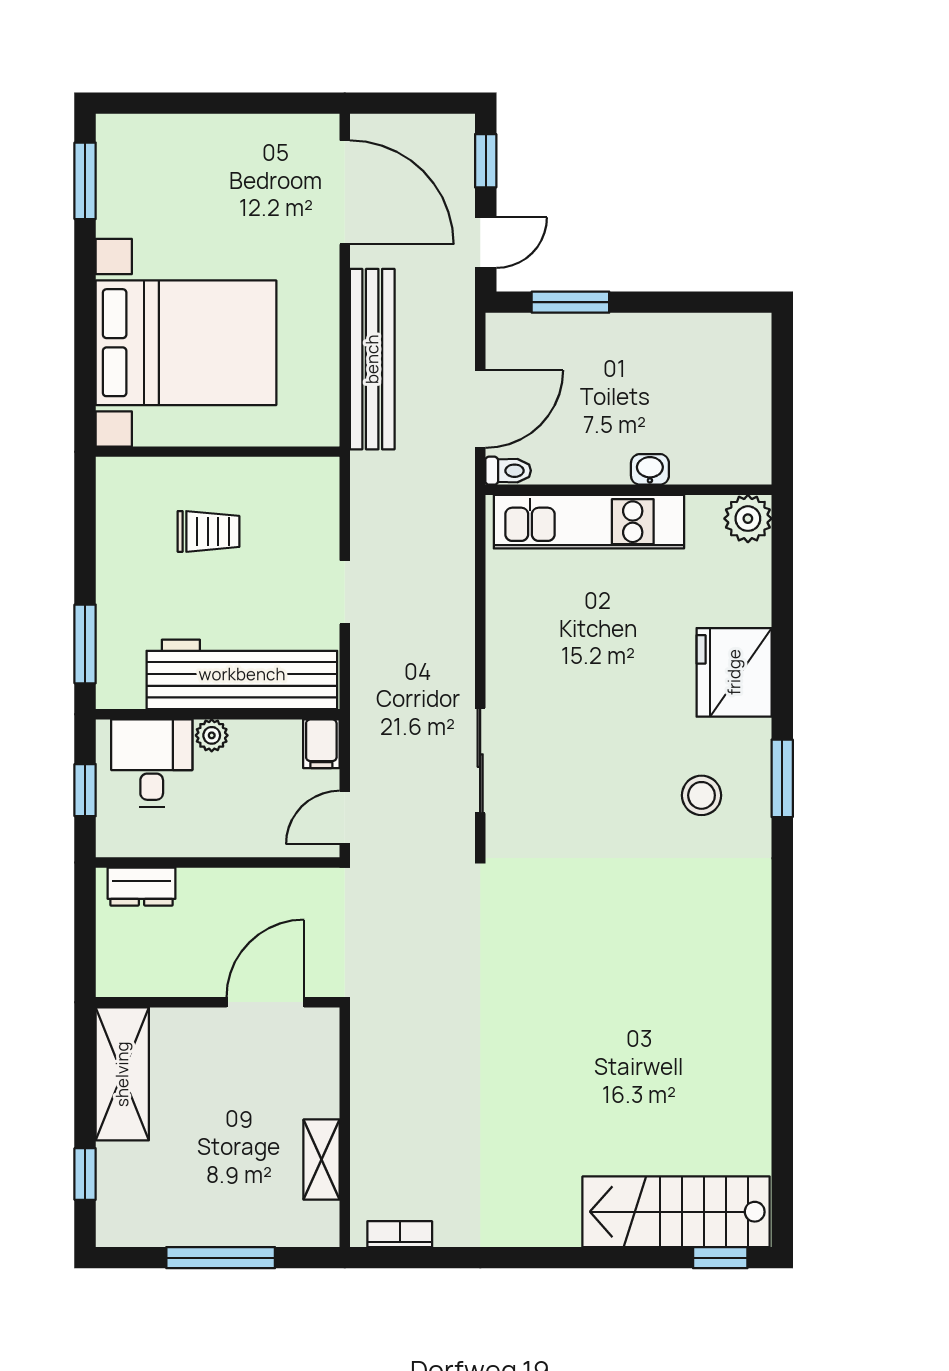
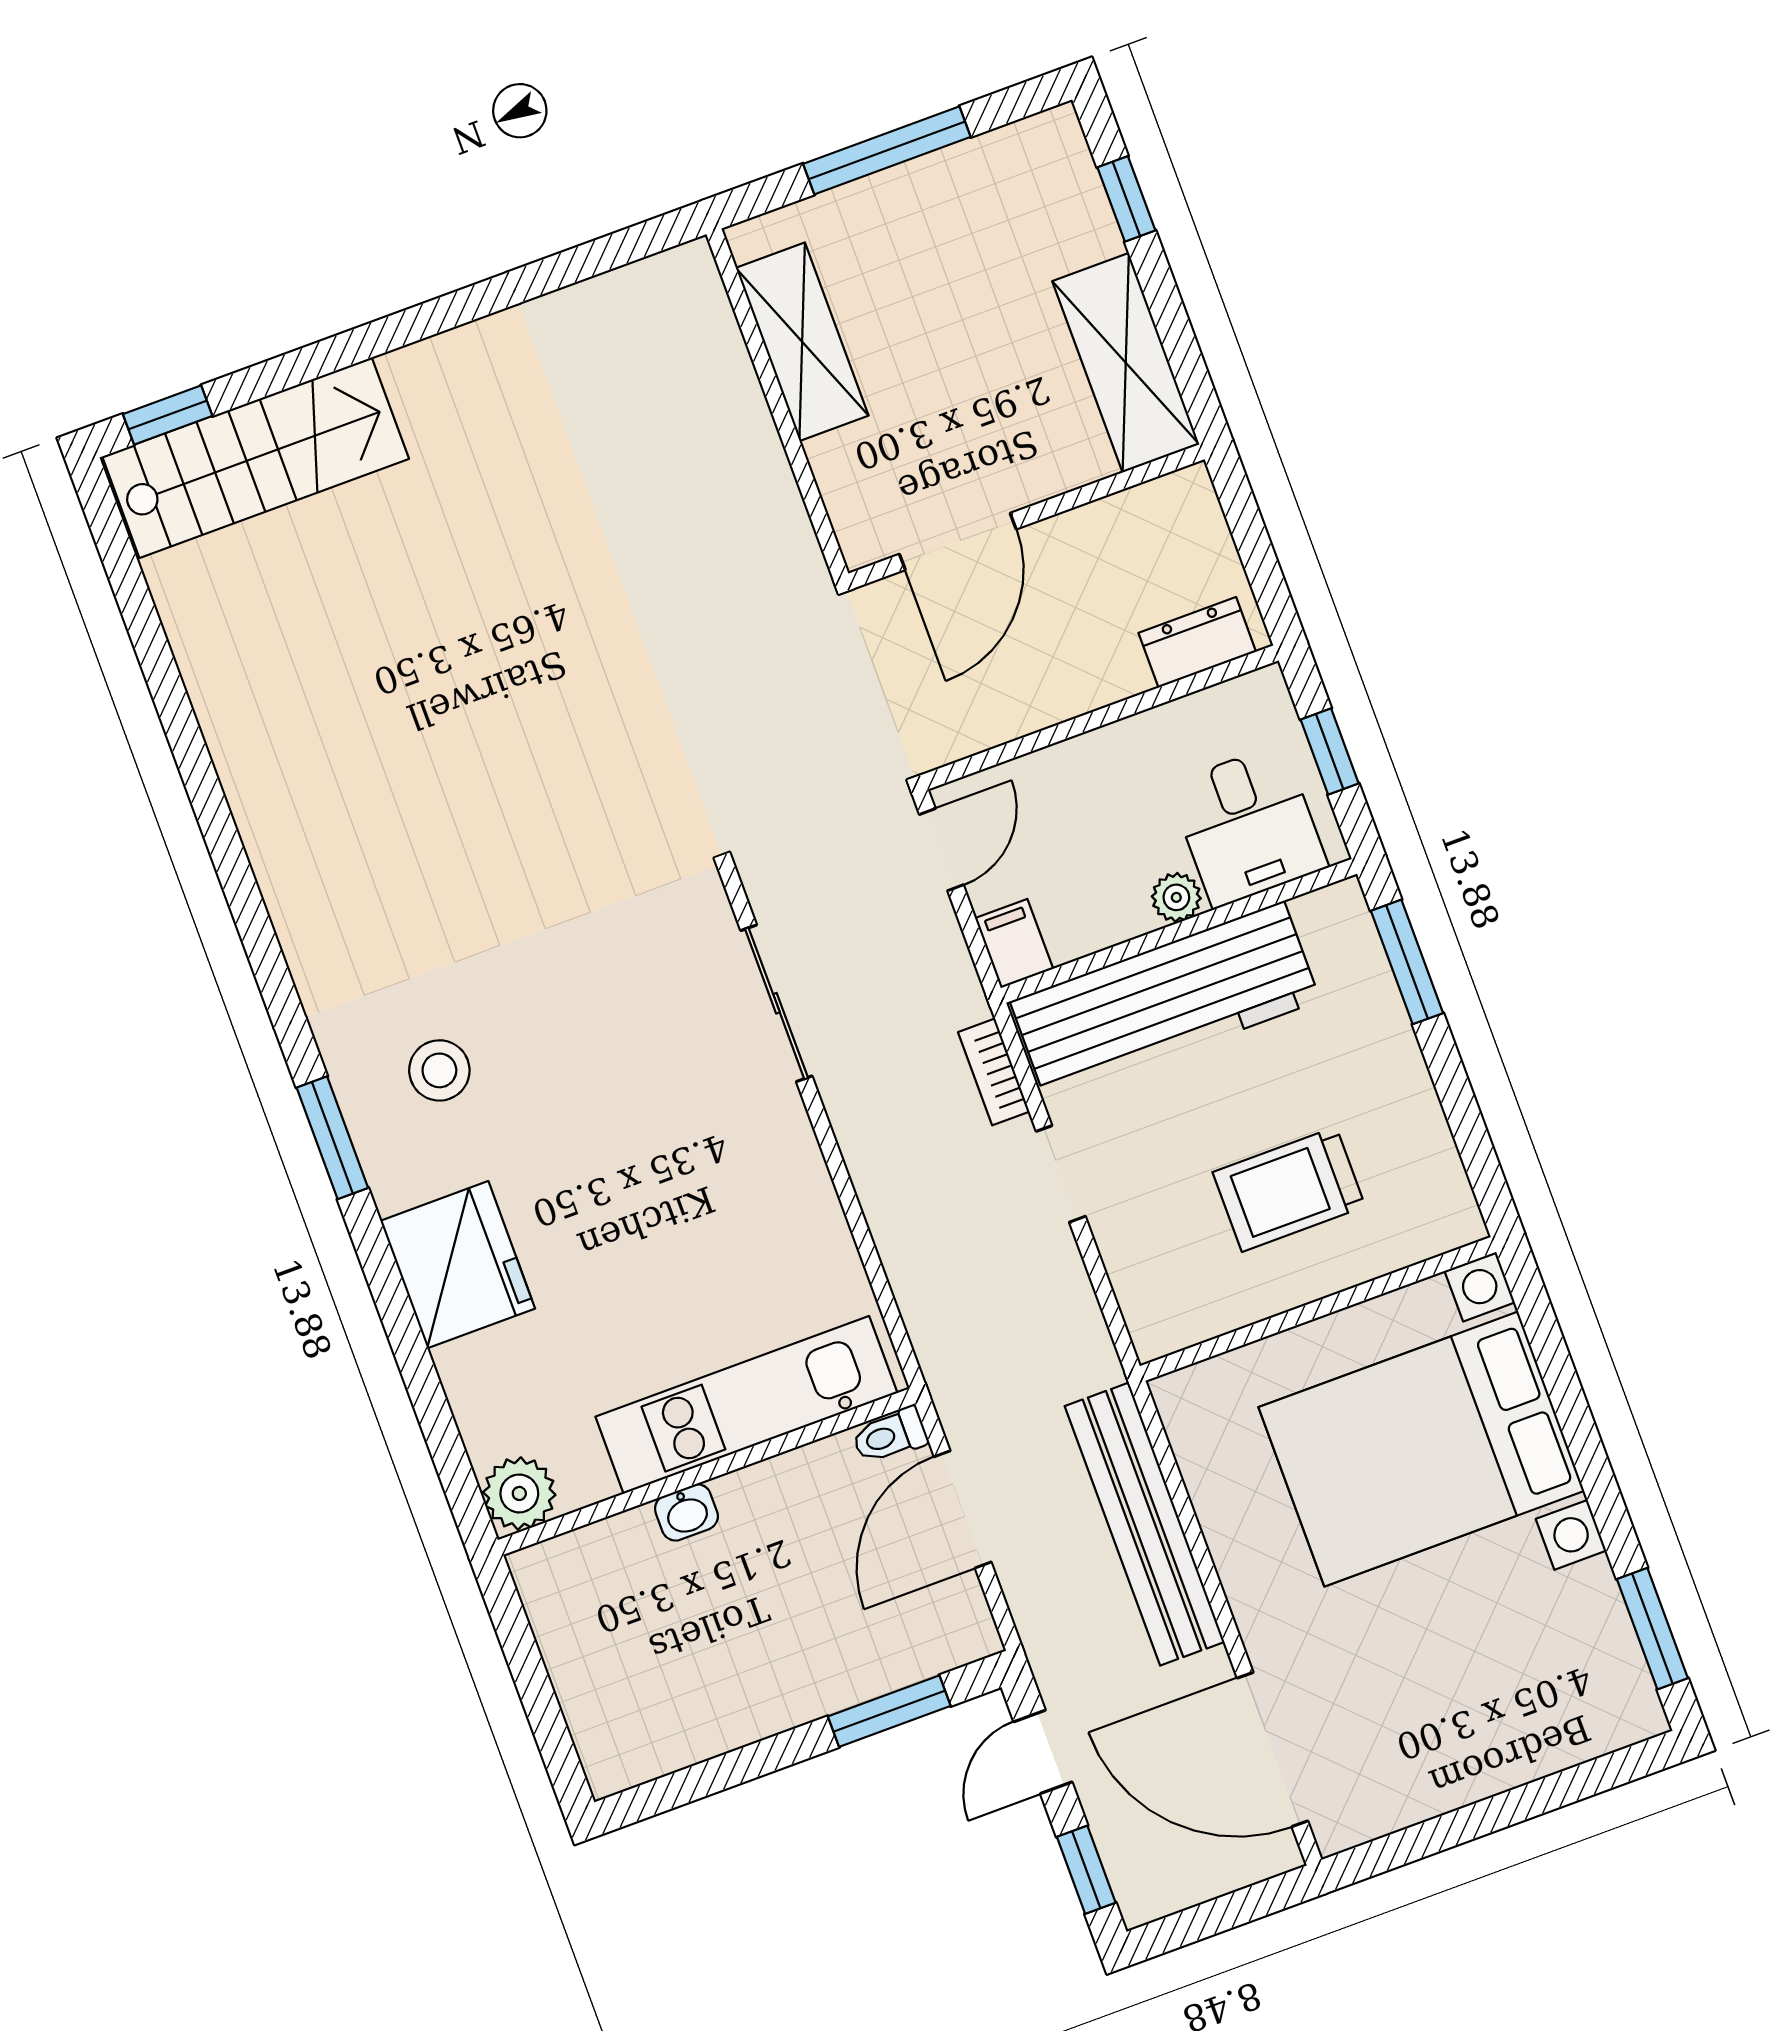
trolley: (208, 531) -> (1289, 1189), width x1.36, depth x1.39
shelving: (322, 1160) -> (802, 342), width x1.50, depth x1.33
bookcase: (400, 1234) -> (994, 1072), moved, turned 90

